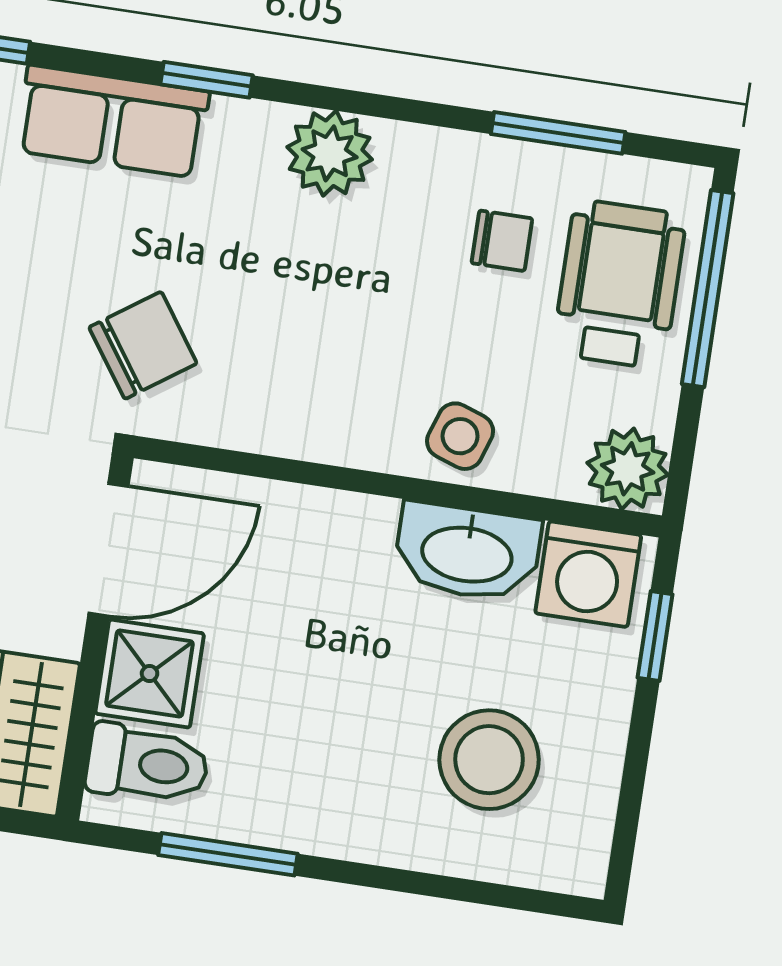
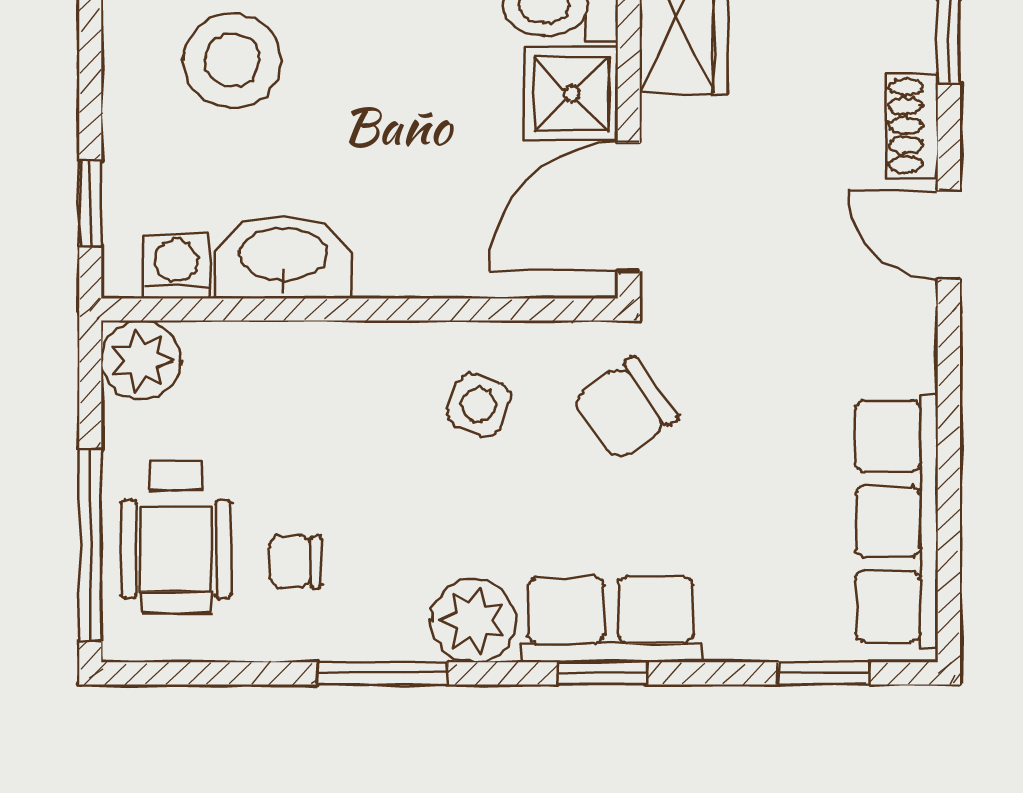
row of seats: (113, 121) -> (611, 620), moved
window: (558, 133) -> (382, 673), moved
side table: (460, 436) -> (478, 405), moved
washing machine: (588, 574) -> (176, 266), width x0.73, depth x0.73

